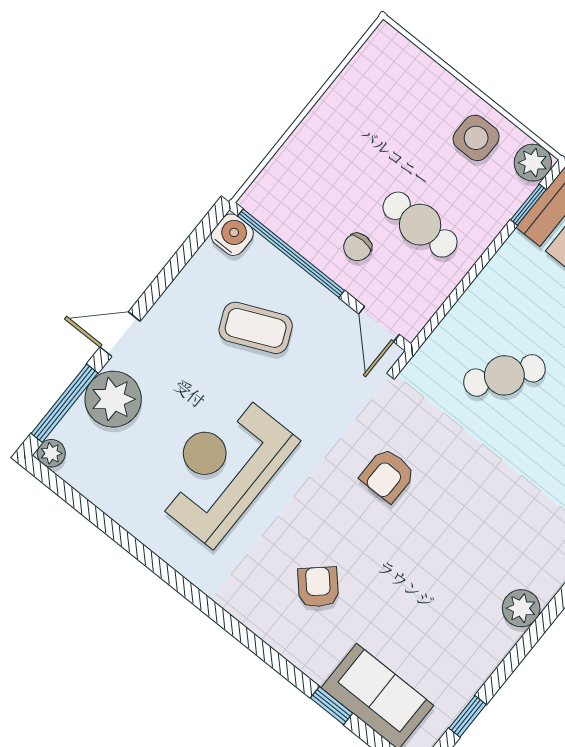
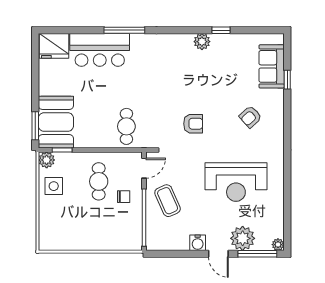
water cooler: (232, 235) -> (198, 243), moved, turned -90
coffee table: (256, 328) -> (168, 201), moved
cafe table: (504, 375) -> (126, 126), moved, turned 53
window: (467, 716) -> (221, 30), moved

